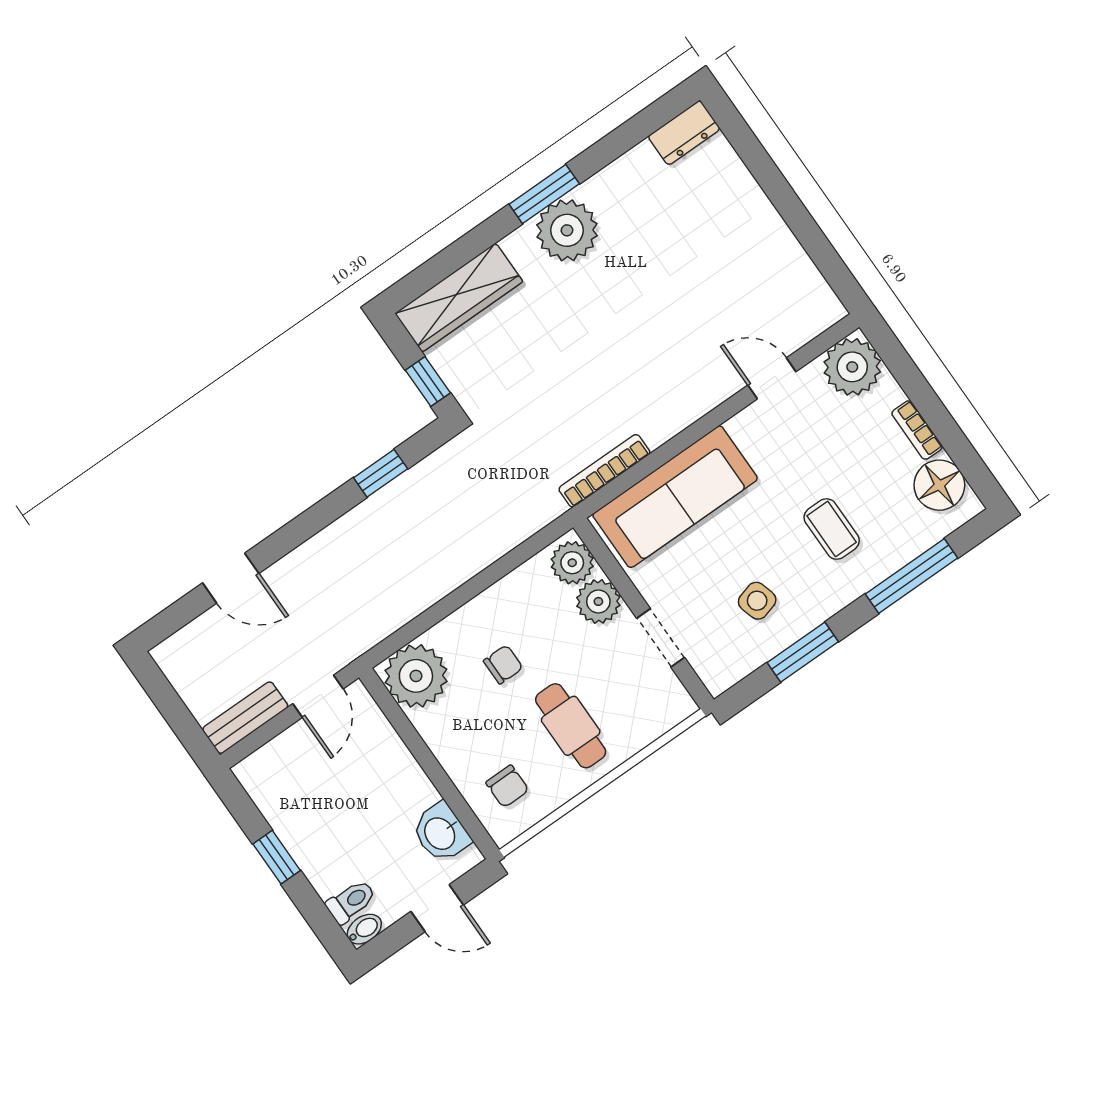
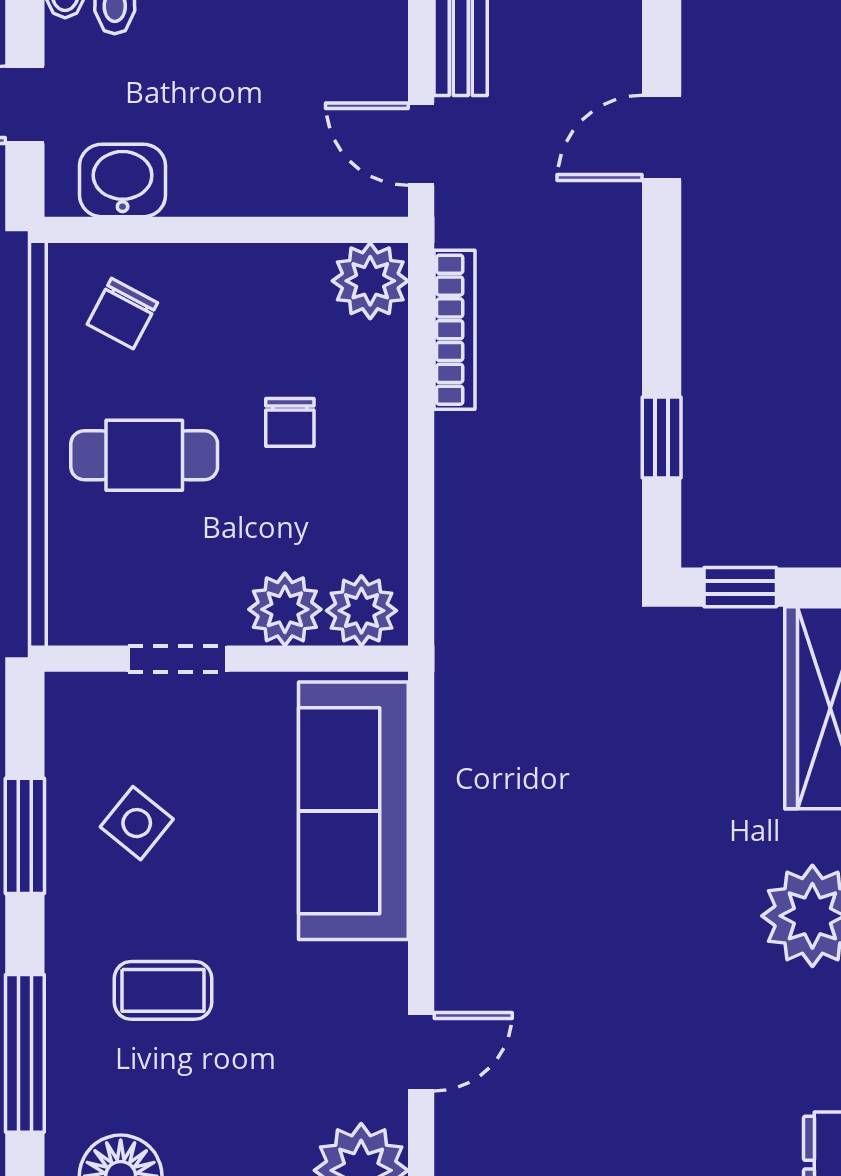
bookcase: (604, 471) -> (455, 330), moved
side table: (757, 601) -> (137, 823), turned -35
plant: (416, 676) -> (370, 281), width x0.73, depth x0.73
chair: (507, 786) -> (122, 313), turned -62

